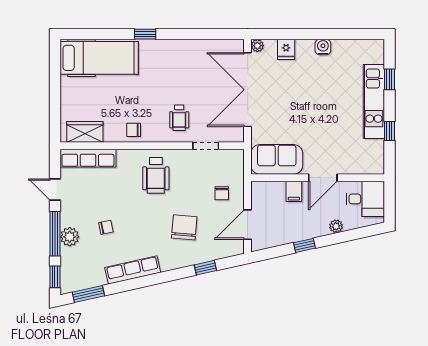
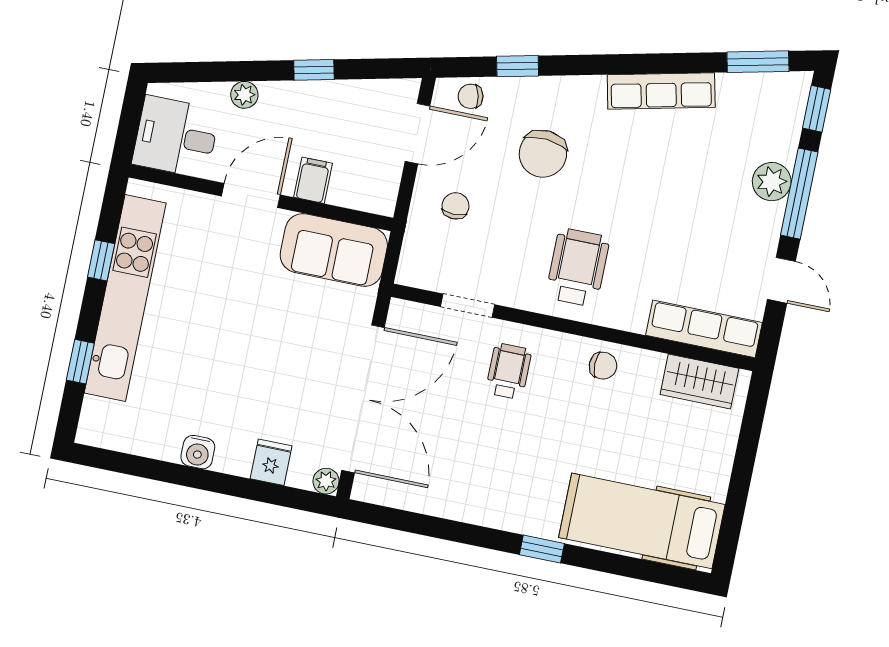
kitchen unit: (374, 102) -> (125, 298), width x1.36
chair: (106, 227) -> (471, 96), moved

